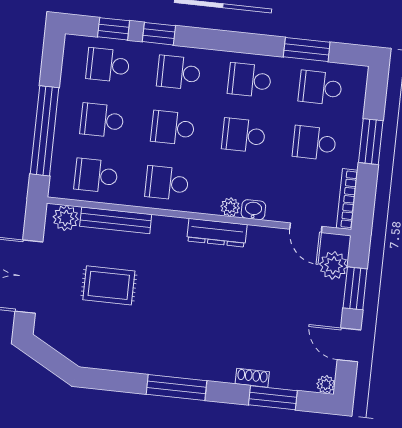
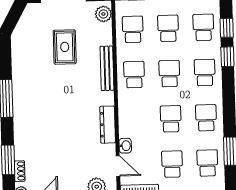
plant: (230, 207) -> (124, 117), removed
washbasin: (253, 210) -> (125, 146), moved
bench: (116, 220) -> (107, 68), moved
door: (306, 228) -> (118, 166), swing flipped
dresser: (217, 233) -> (108, 125), moved
shoe rack: (252, 378) -> (20, 171), moved

